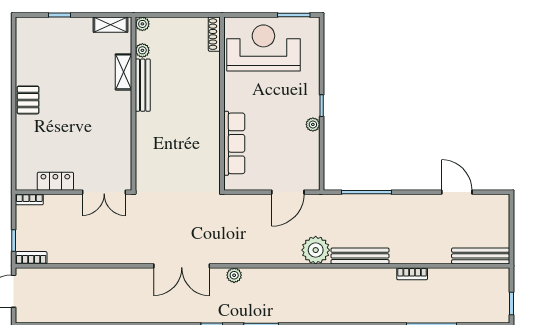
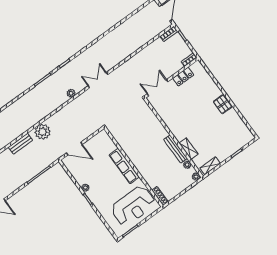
row of seats: (234, 143) -> (124, 166), moved
door: (288, 192) -> (74, 149), swing flipped
bench: (360, 256) -> (20, 144), width x0.73
double door: (182, 266) -> (98, 80), width x0.73

